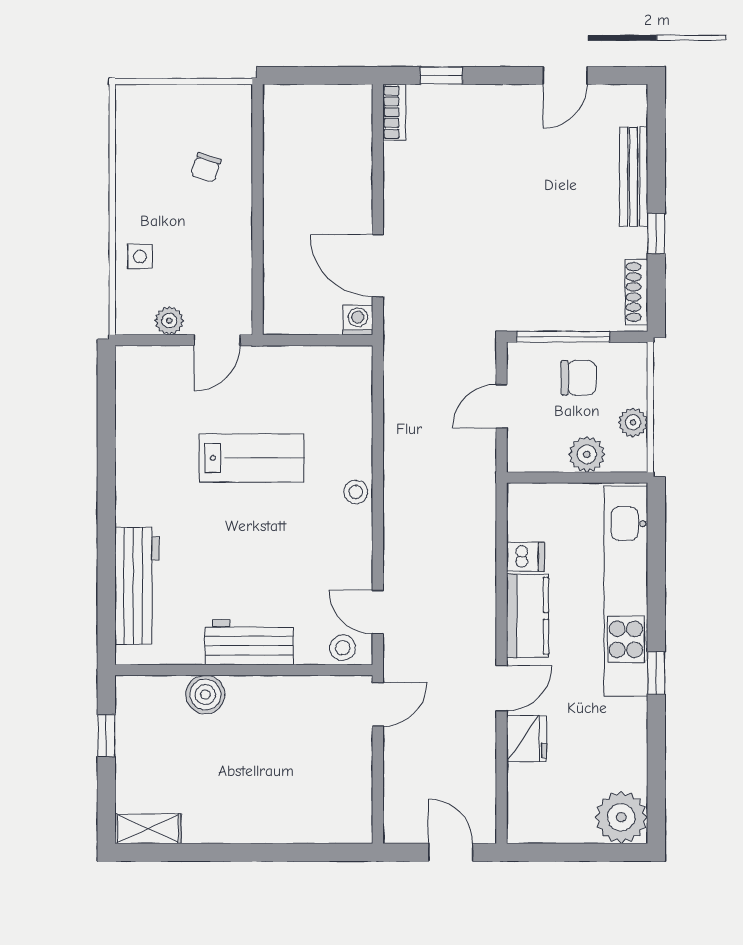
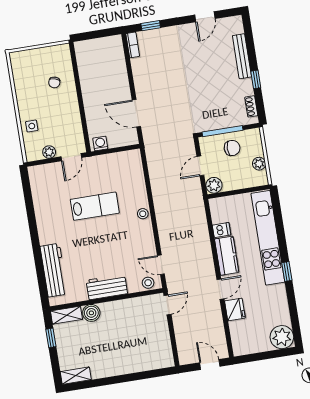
shoe rack: (636, 292) -> (251, 106), width x0.70
washing machine: (358, 320) -> (100, 143), moved
plant: (587, 454) -> (214, 185), moved
shelving: (149, 691) -> (66, 315), added

